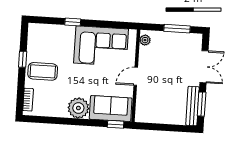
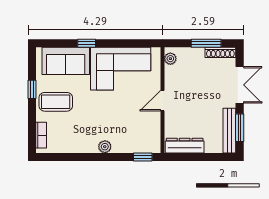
shoe rack: (189, 37) -> (220, 52), added
plant: (78, 108) -> (105, 147), width x0.53, depth x0.53
sofa: (111, 109) -> (66, 61), moved, turned 180
dresser: (153, 117) -> (185, 146), added

